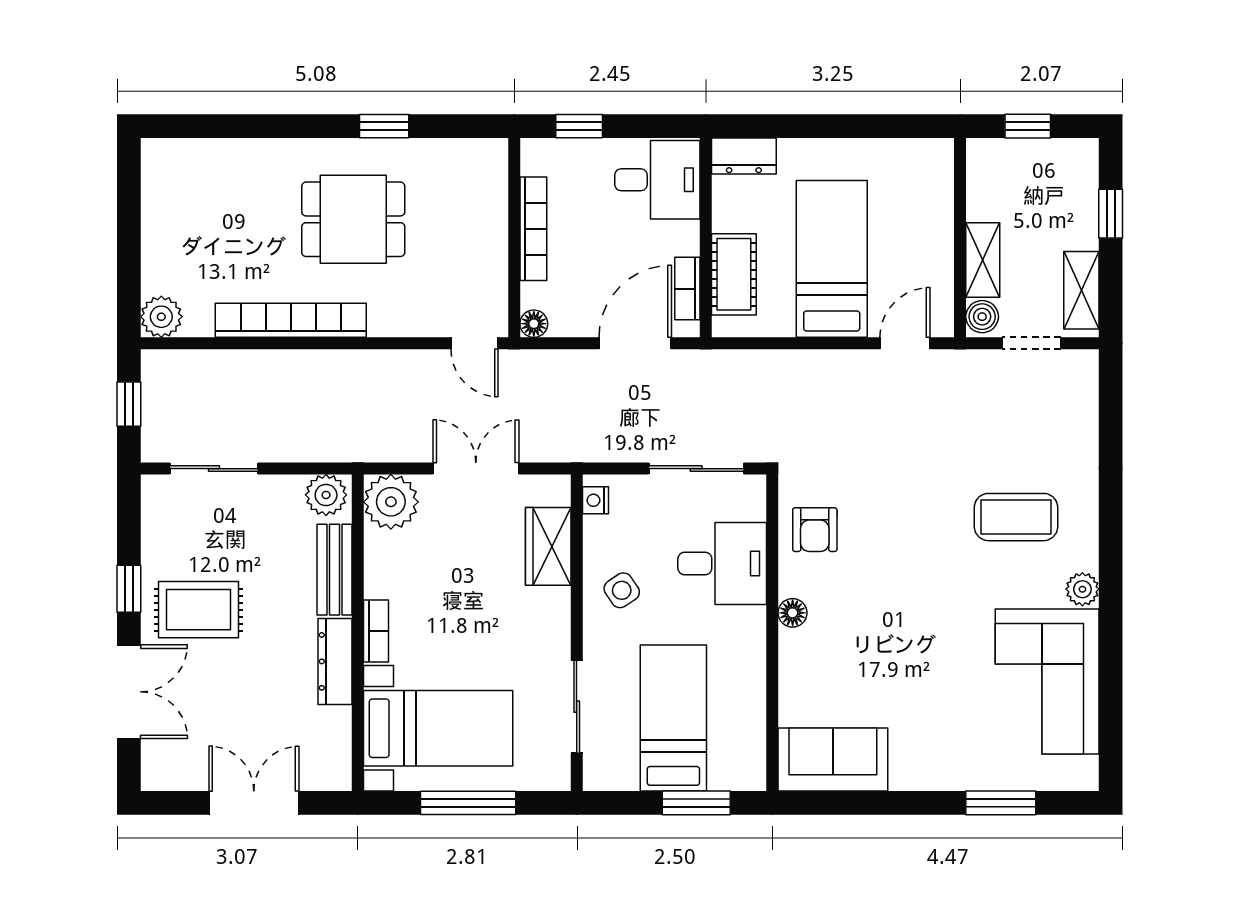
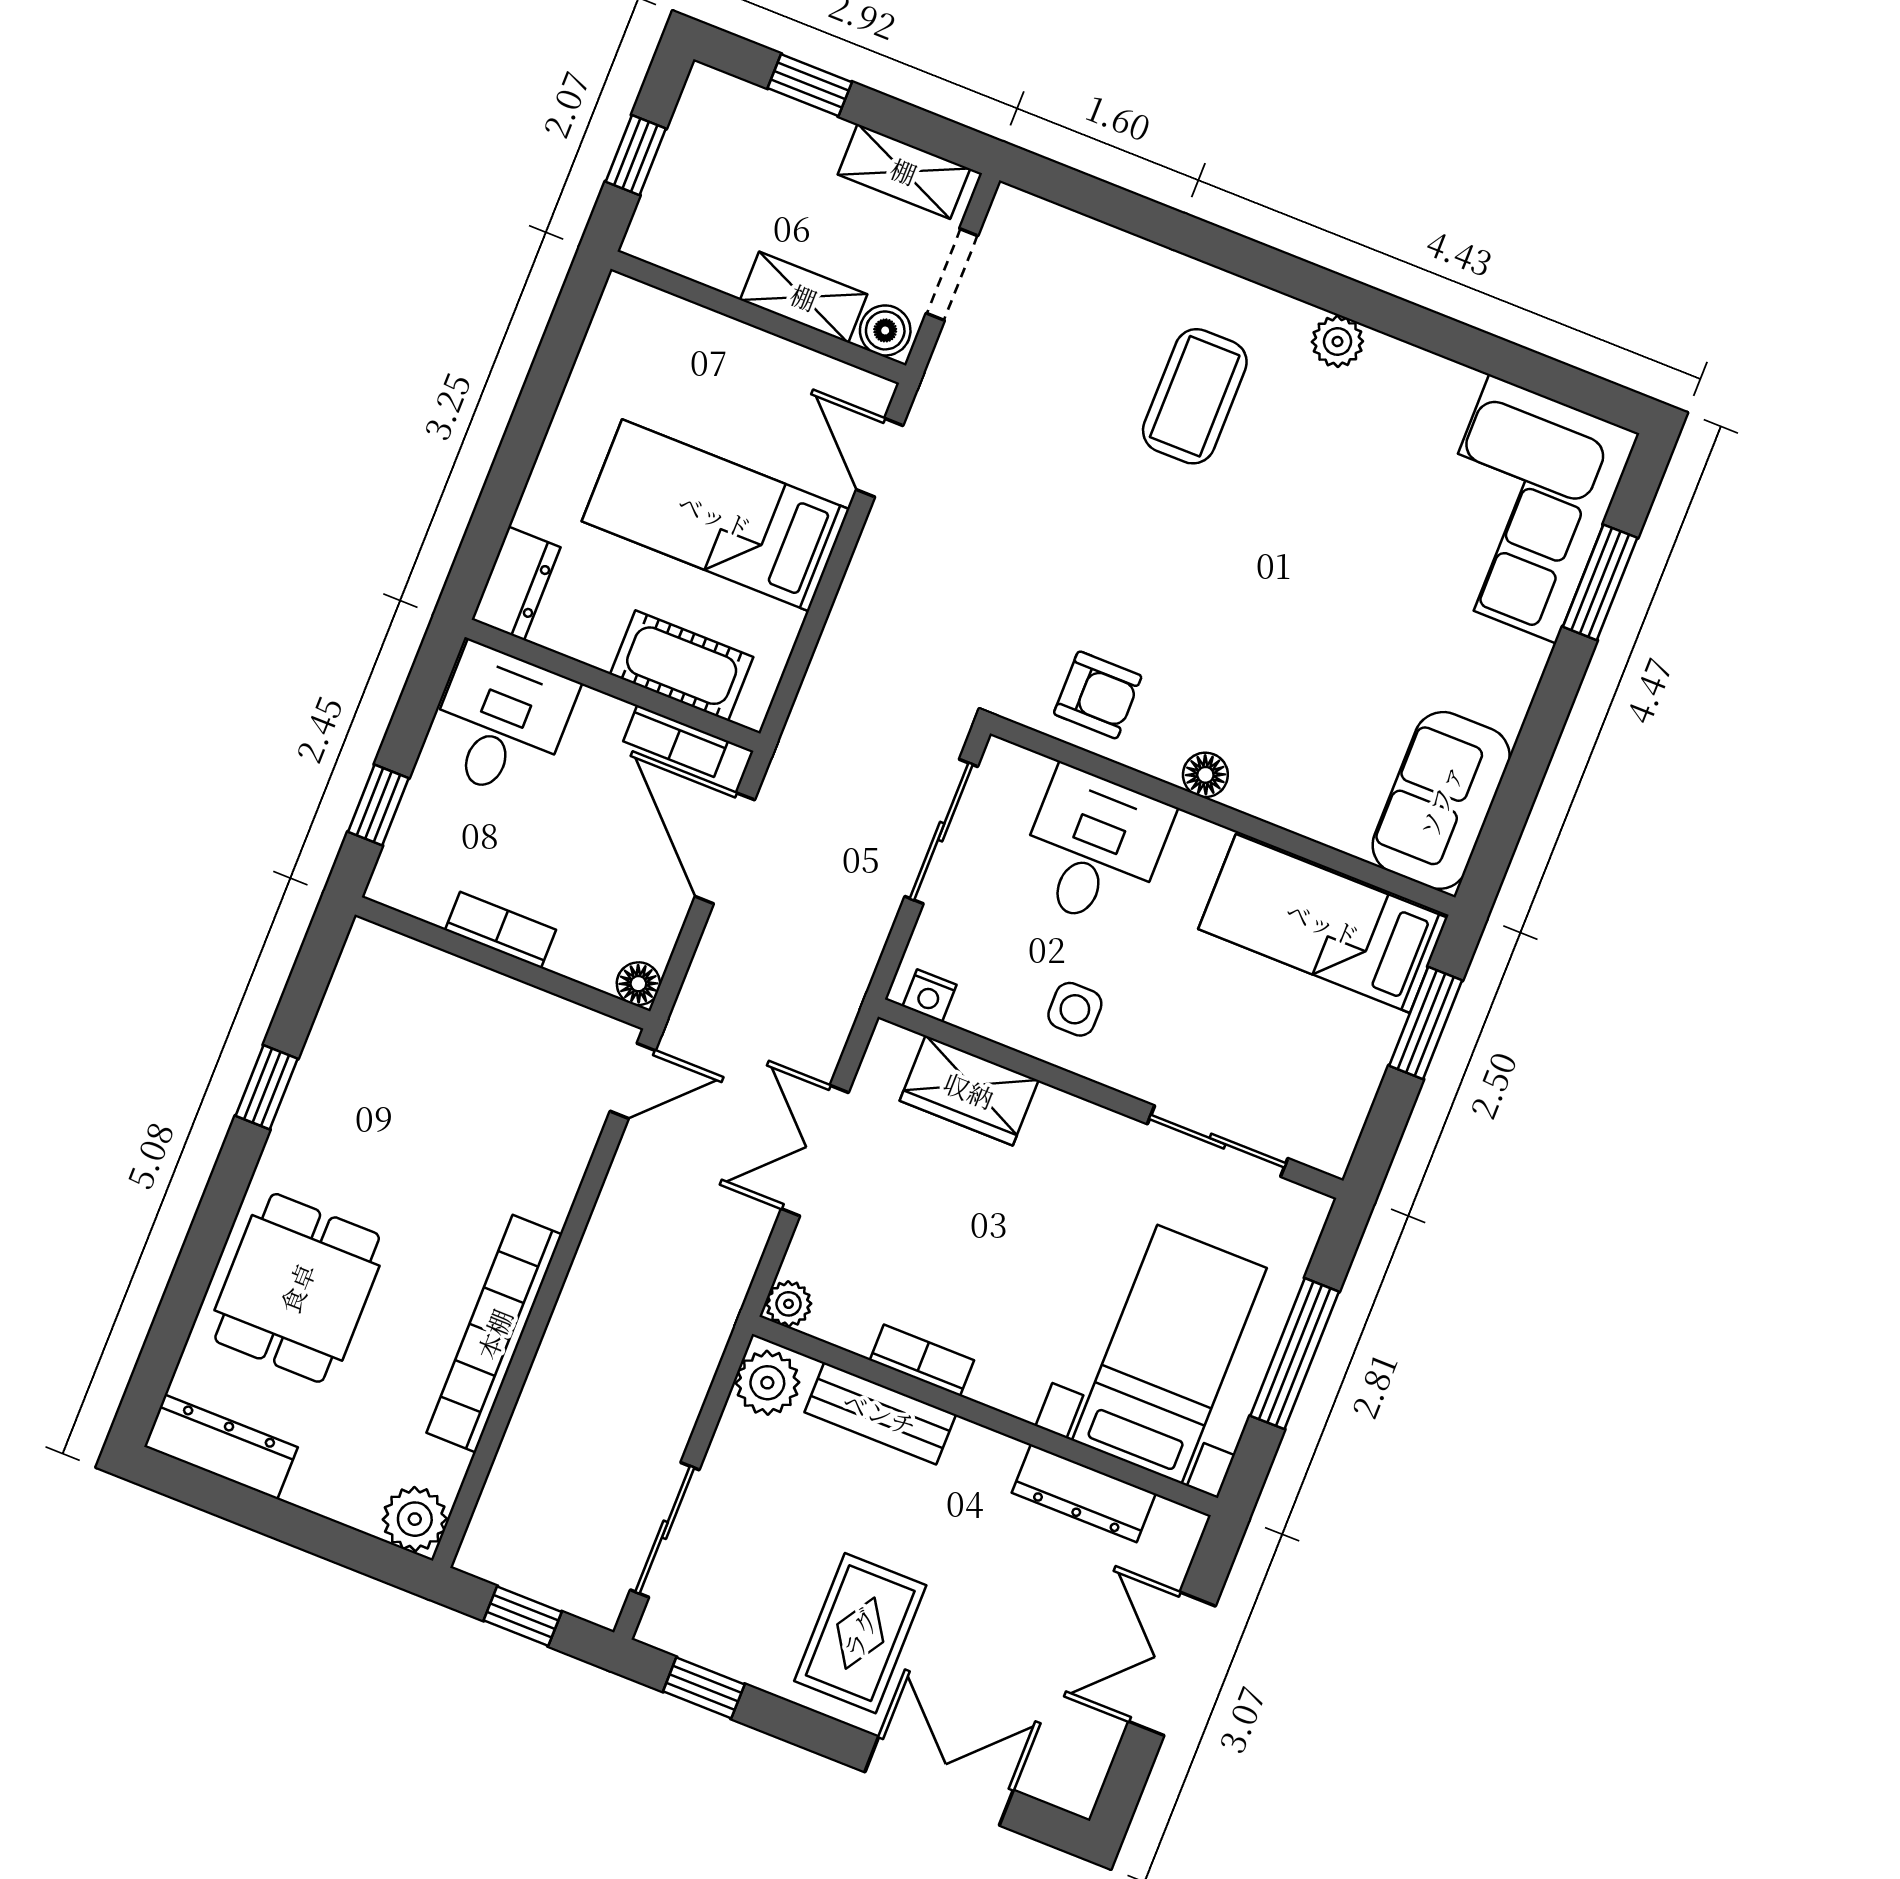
dresser: (159, 184) -> (221, 1447), added
dining table: (353, 219) -> (297, 1288), moved
bookcase: (533, 229) -> (500, 930), width x0.64
plant: (391, 502) -> (789, 1304), width x0.53, depth x0.53
window: (129, 589) -> (704, 1688), moved
side table: (622, 590) -> (1075, 1009), turned 34
bookcase: (376, 631) -> (922, 1360), moved
dresser: (335, 661) -> (1084, 1493), moved
corner sofa: (1047, 681) -> (1523, 509), moved, turned 90
bed: (673, 718) -> (1323, 923), moved

